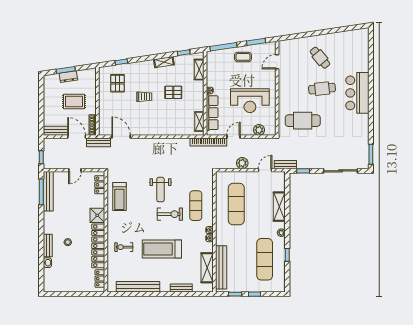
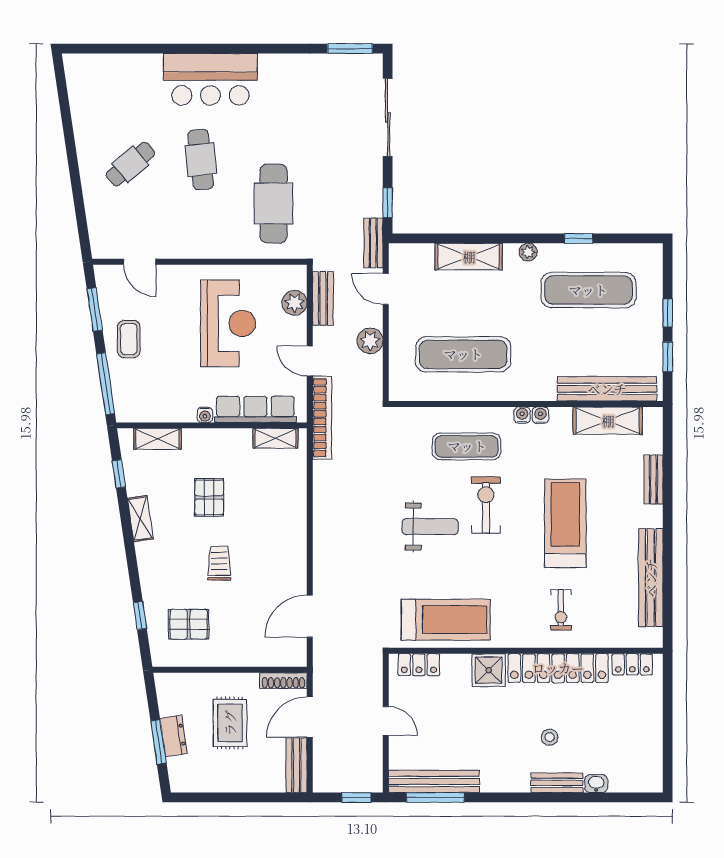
bench: (98, 142) -> (323, 298), moved
treadmill: (119, 196) -> (446, 620), width x1.37, depth x1.38
treadmill: (162, 249) -> (565, 523), turned 180

